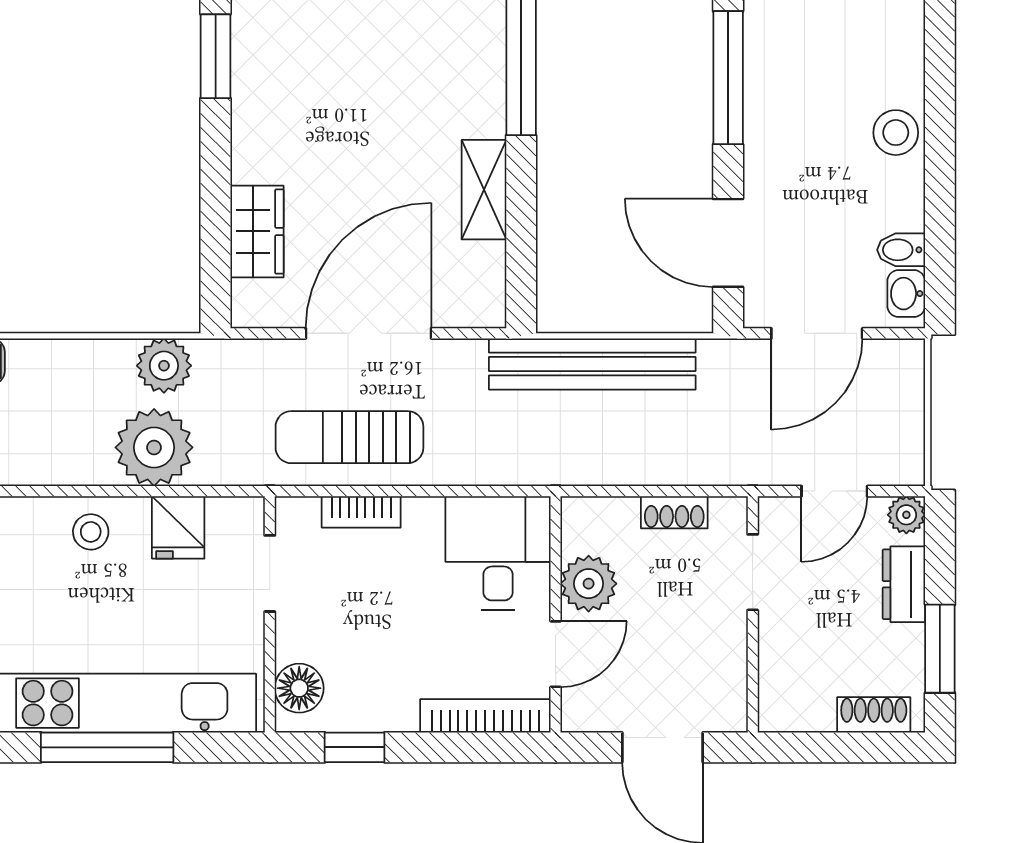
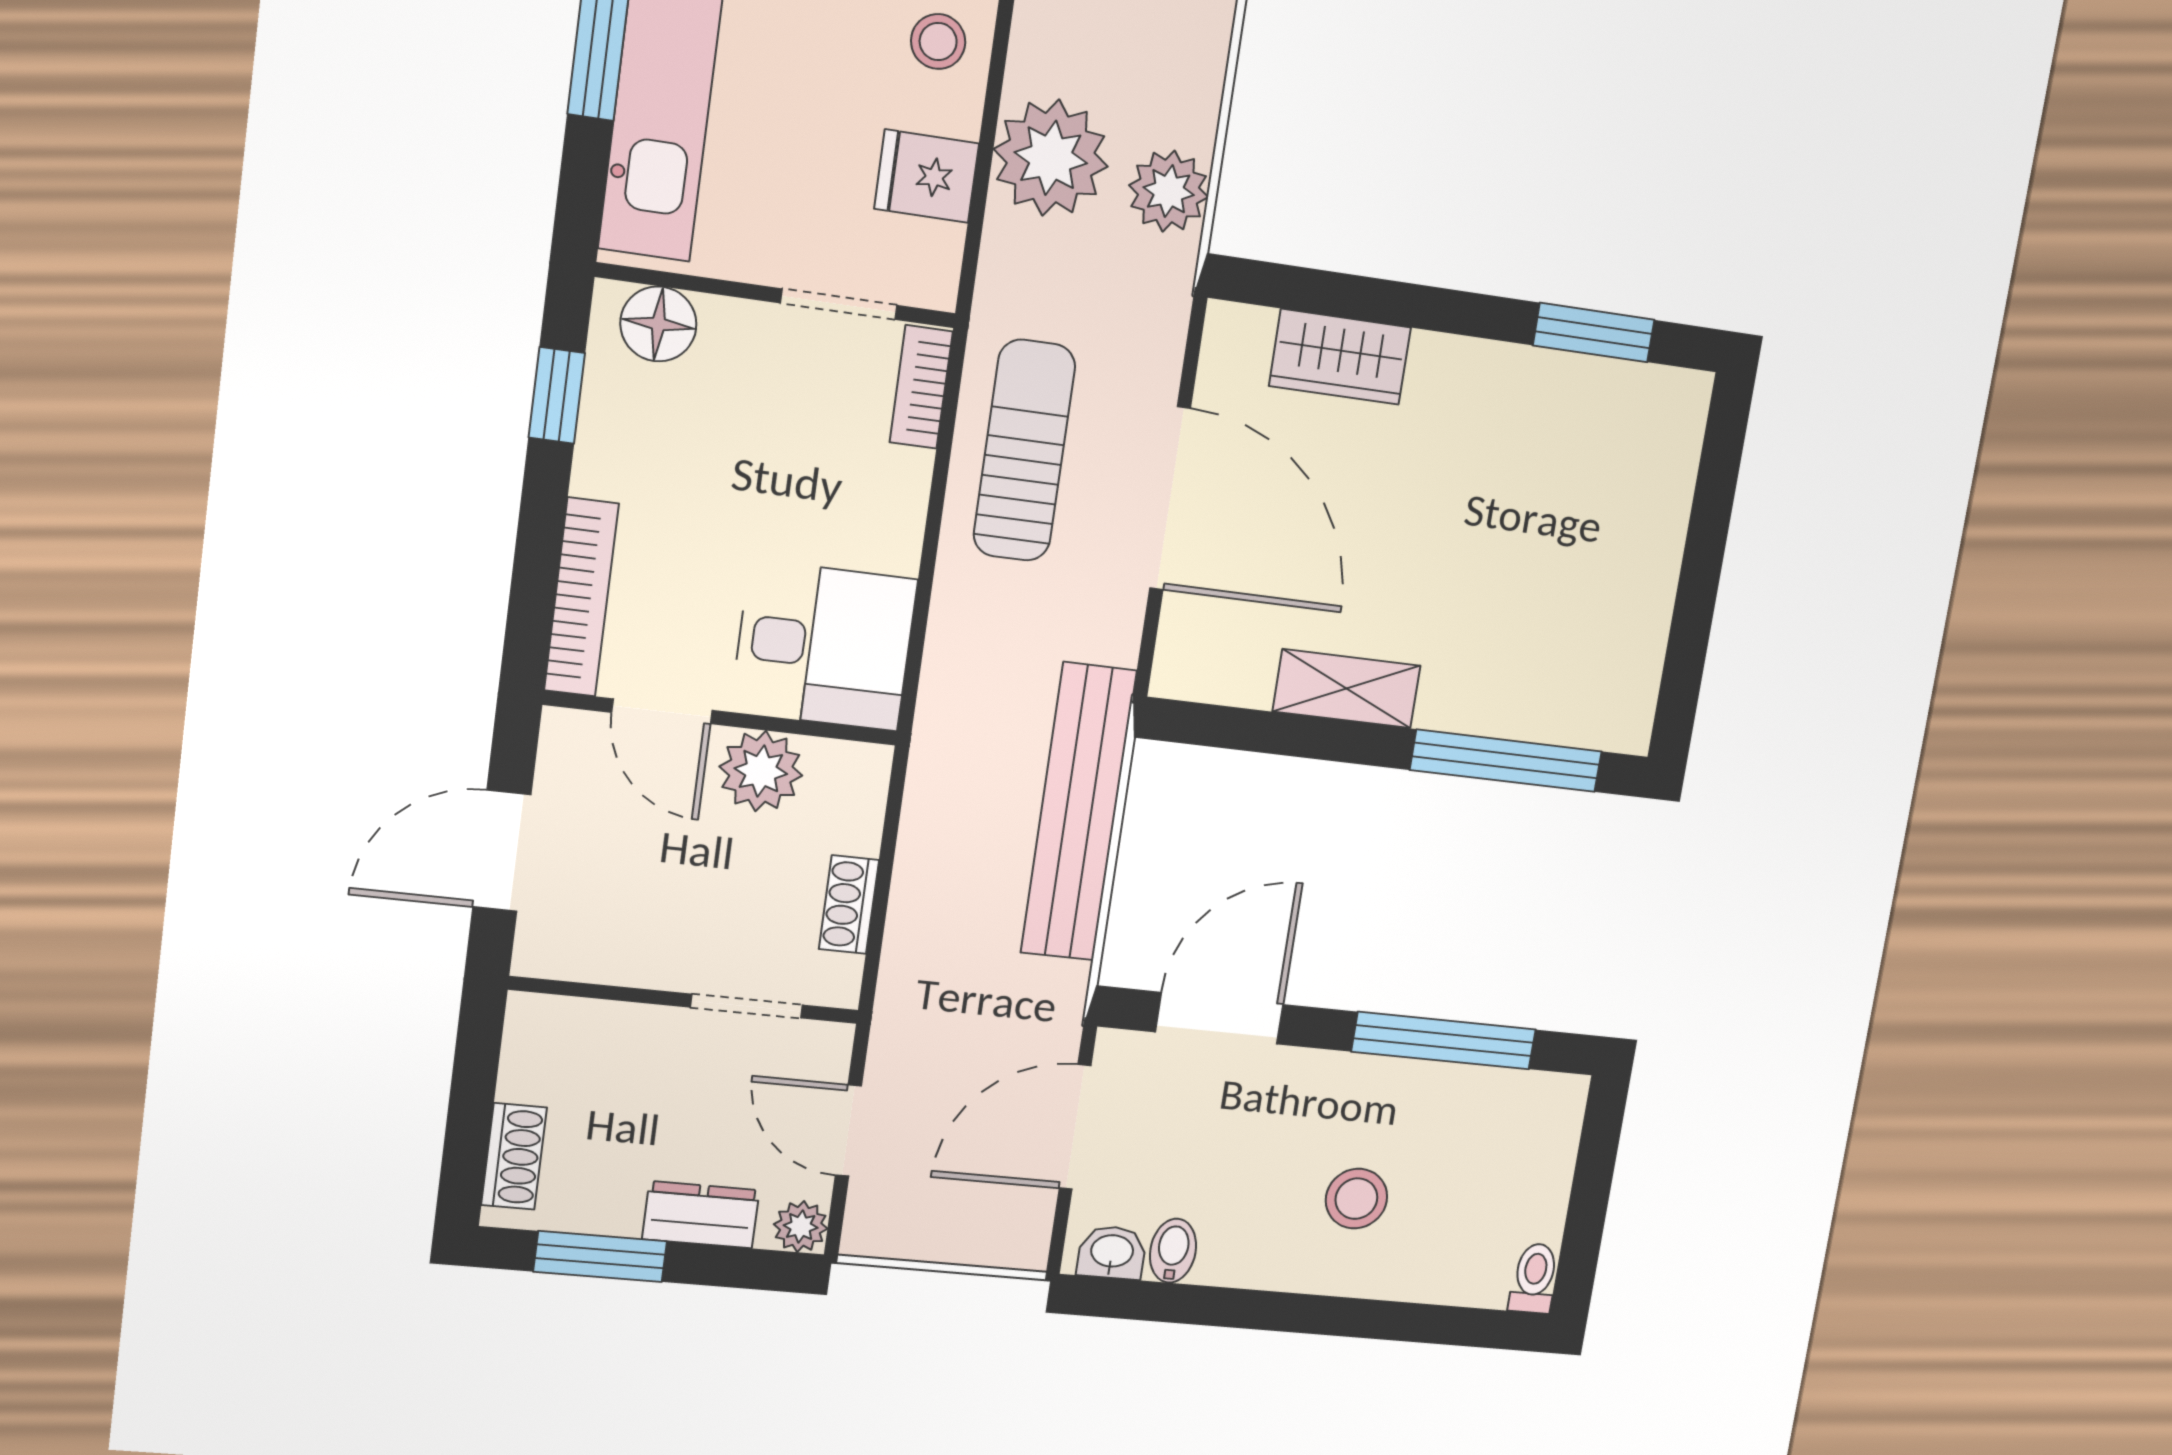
stool: (896, 133) -> (1356, 1199), moved
door: (817, 333) -> (1075, 1127), hinge flipped
bookcase: (361, 512) -> (921, 387), moved

